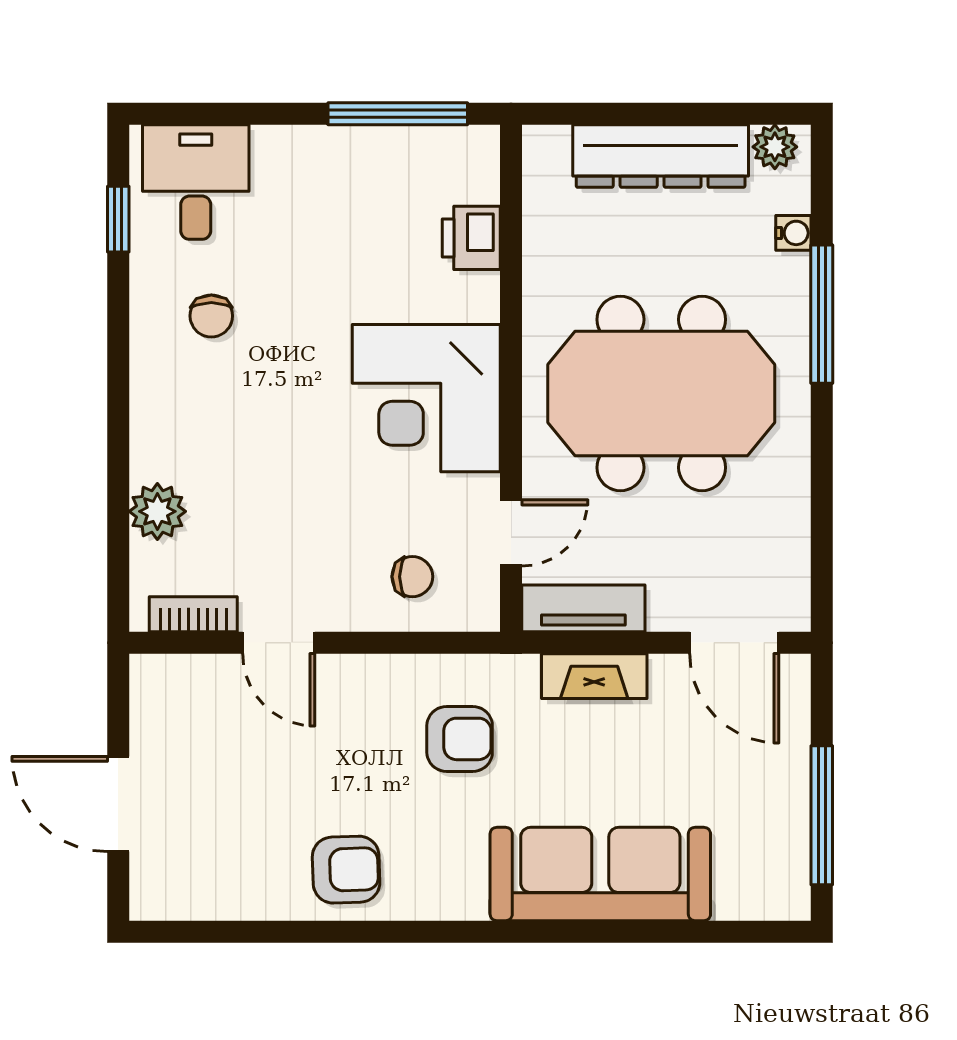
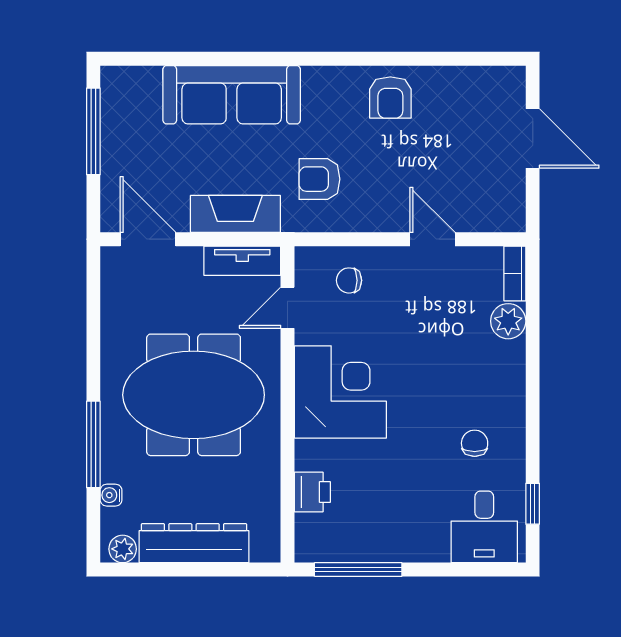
bookcase: (193, 614) -> (515, 273), moved, turned 90
fireplace: (594, 676) -> (235, 214), width x1.37, depth x1.32
armchair: (346, 870) -> (390, 98), turned -88

